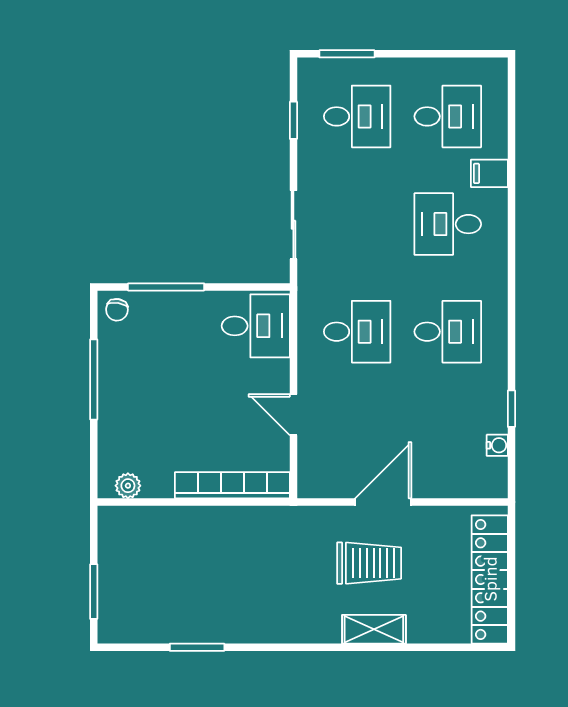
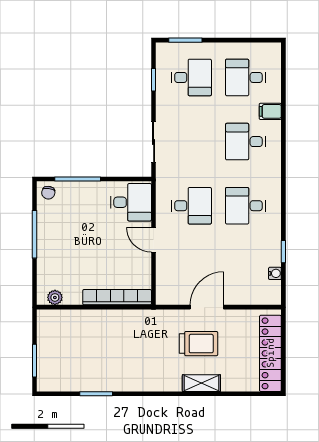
desk: (448, 116) -> (245, 77), turned 180
desk: (448, 332) -> (245, 206), turned 180
door: (293, 415) -> (154, 240), moved

